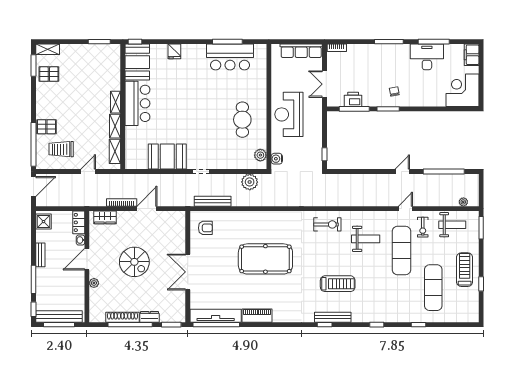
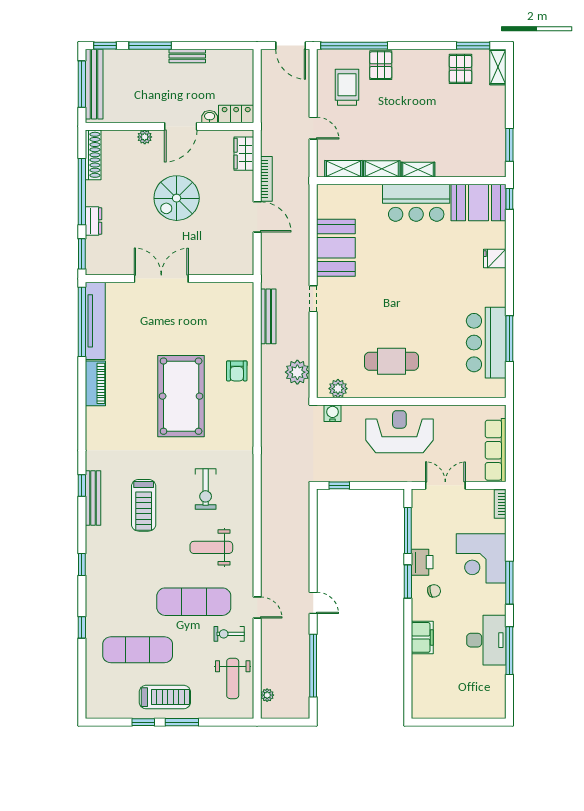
filing cabinet: (472, 55) -> (422, 637), moved, turned 90
corner desk: (462, 90) -> (481, 558), moved, turned 180
printer: (353, 99) -> (422, 562), moved
shower: (43, 222) -> (238, 61), removed
exercise bike: (327, 224) -> (206, 489), moved
armchair: (205, 228) -> (237, 371), moved
window: (481, 228) -> (182, 722), moved
weight bench: (366, 239) -> (211, 547), turned 90
door: (87, 259) -> (181, 126), swing flipped
shoe rack: (122, 317) -> (93, 155), moved

